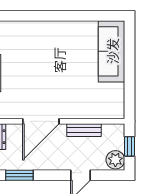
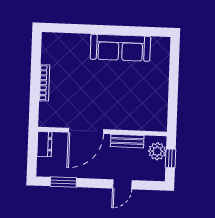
sofa: (112, 51) -> (120, 48), moved, turned -90
plant: (115, 160) -> (157, 151), moved

